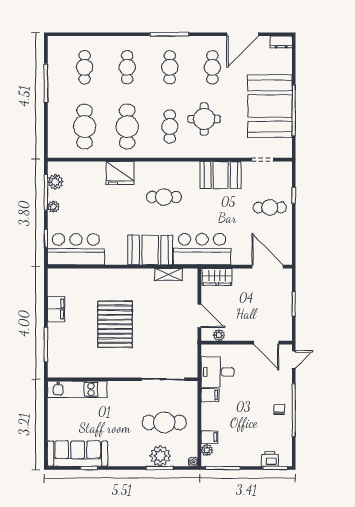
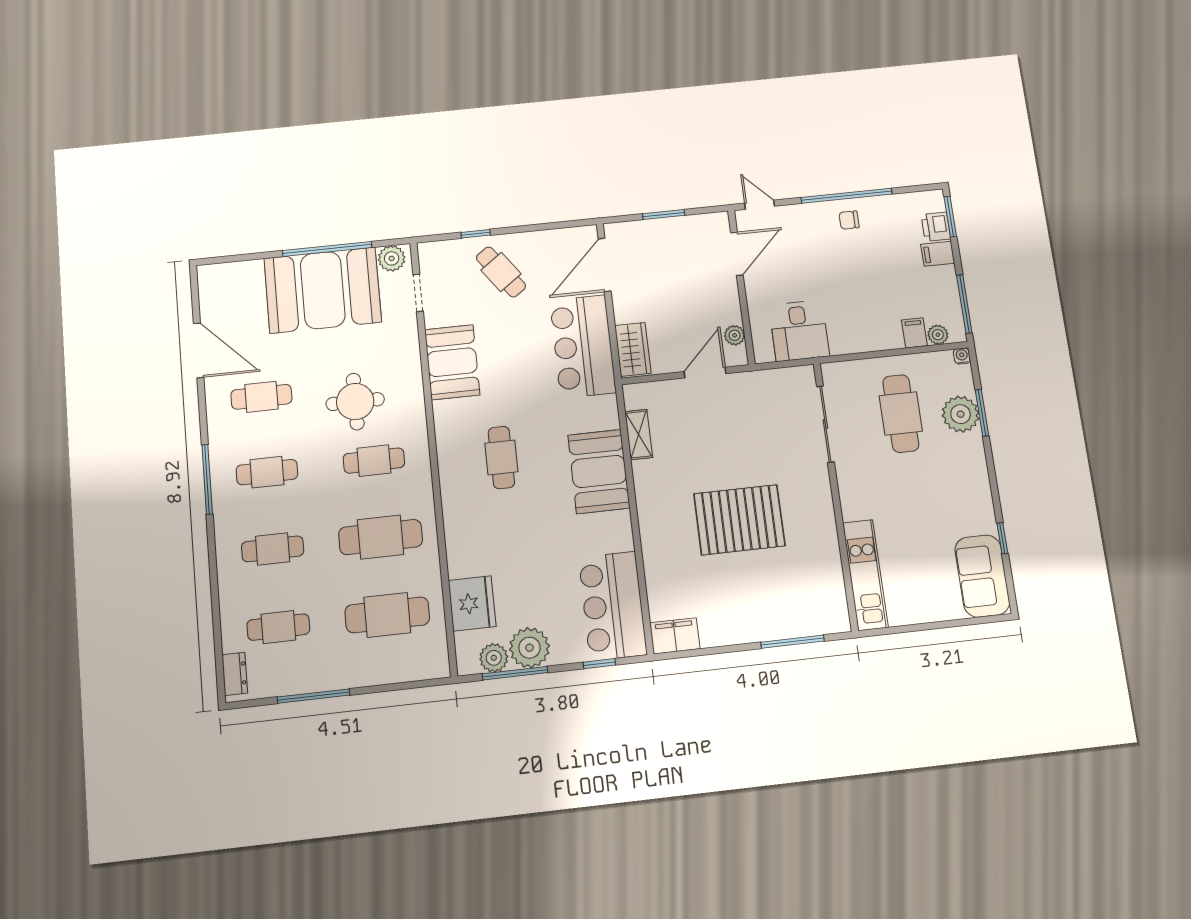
dresser: (281, 42) -> (235, 674), moved
plant: (284, 146) -> (392, 258), added
fridge: (120, 173) -> (472, 603), moved
plant: (53, 207) -> (529, 648), width x1.87, depth x1.87
cafe table: (270, 207) -> (501, 272), turned -36
bar counter: (202, 249) -> (583, 346), moved
filing cabinet: (56, 309) -> (675, 636), moved
filing cabinet: (210, 395) -> (938, 254), moved, turned -90
sofa: (78, 454) -> (982, 576), width x0.73

